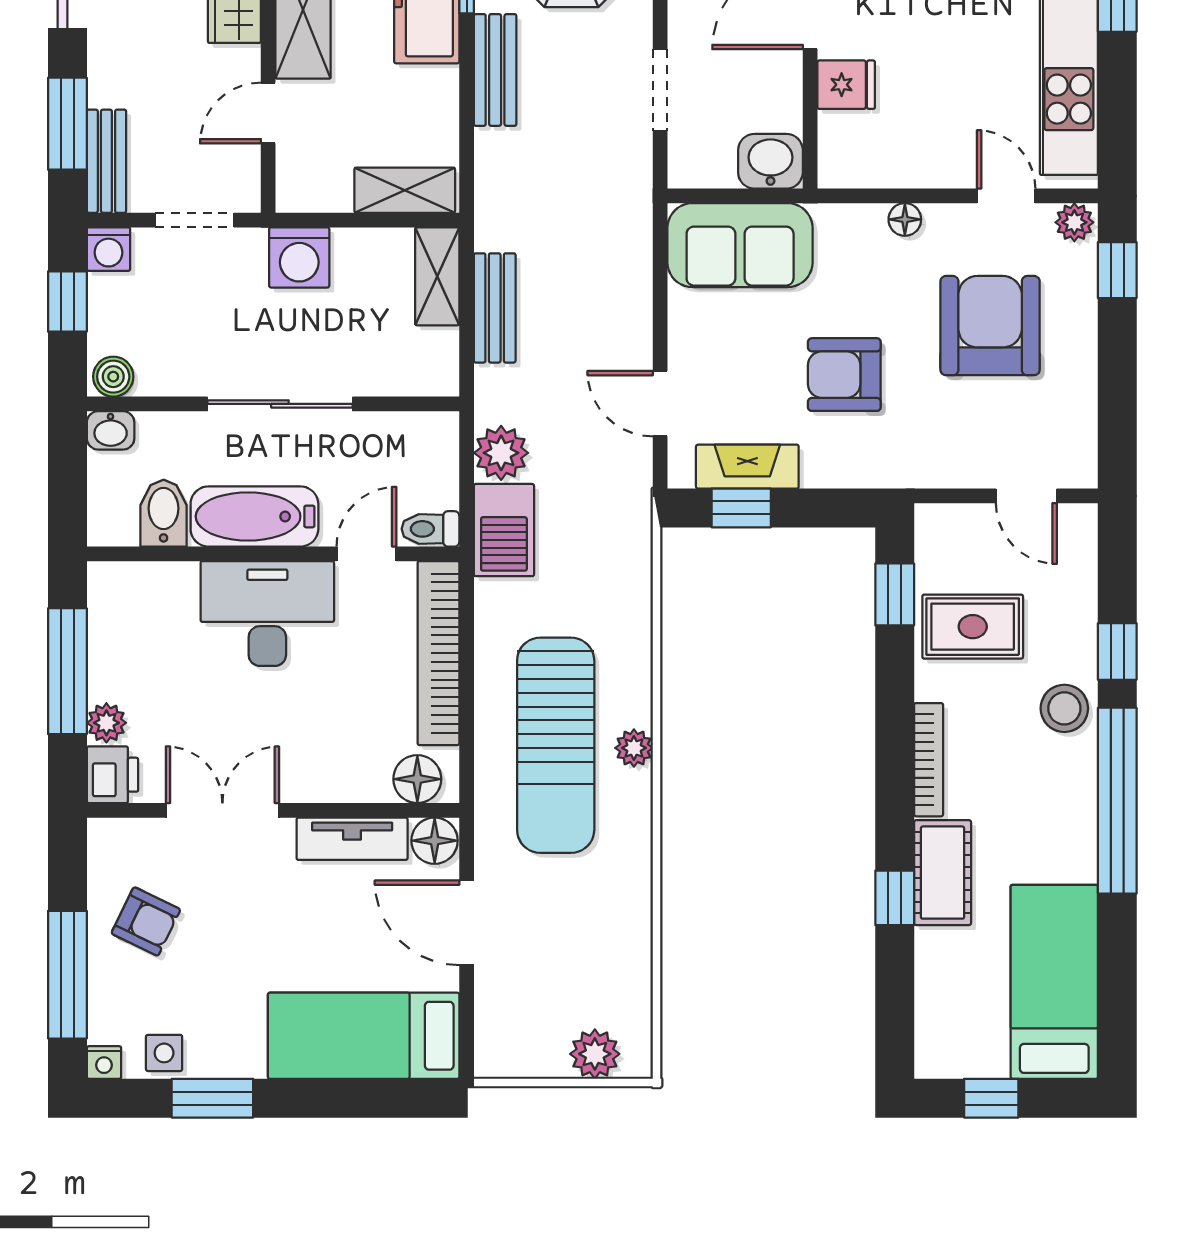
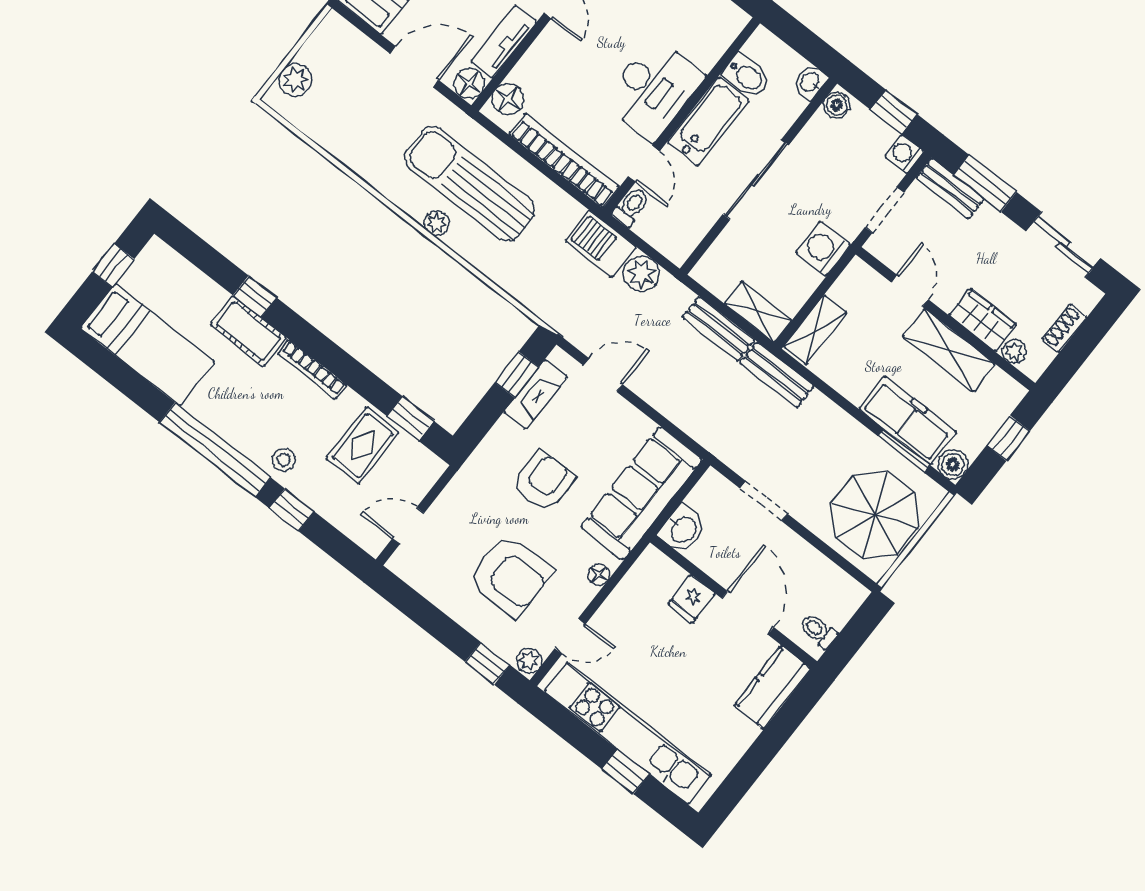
bench: (495, 70) -> (777, 375), moved
sofa: (740, 245) -> (641, 493), width x1.36
stool: (1064, 708) -> (284, 460), width x0.73, depth x0.73

